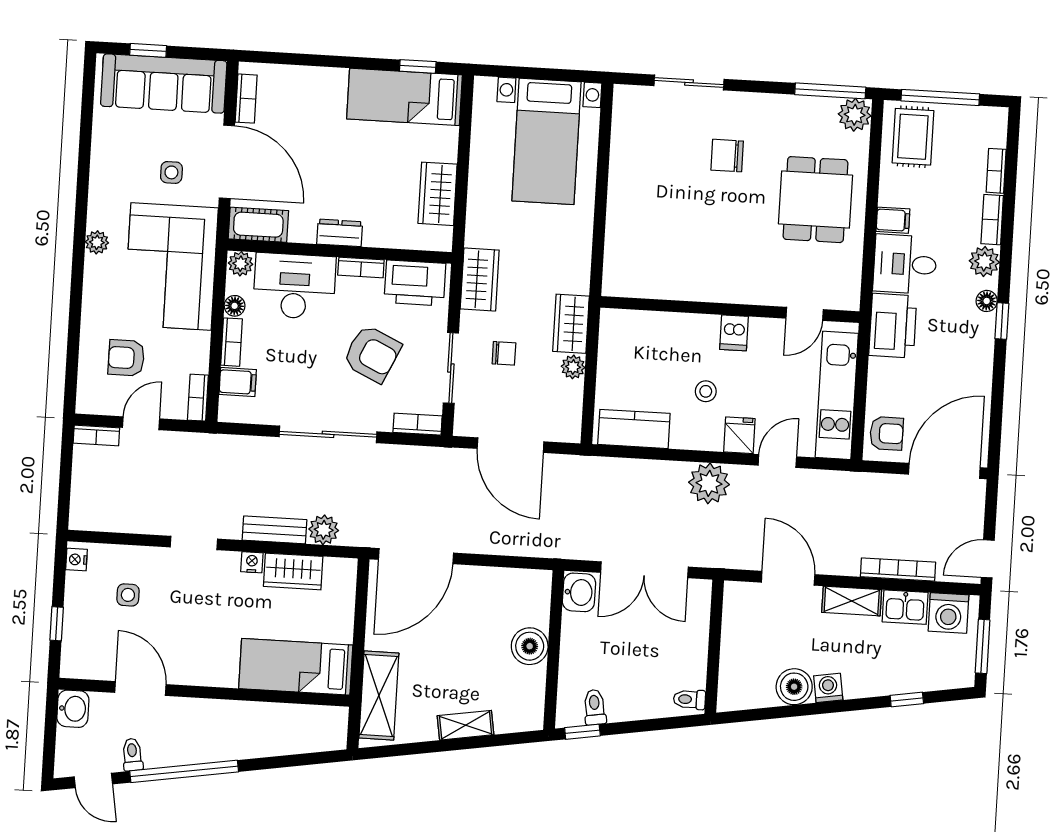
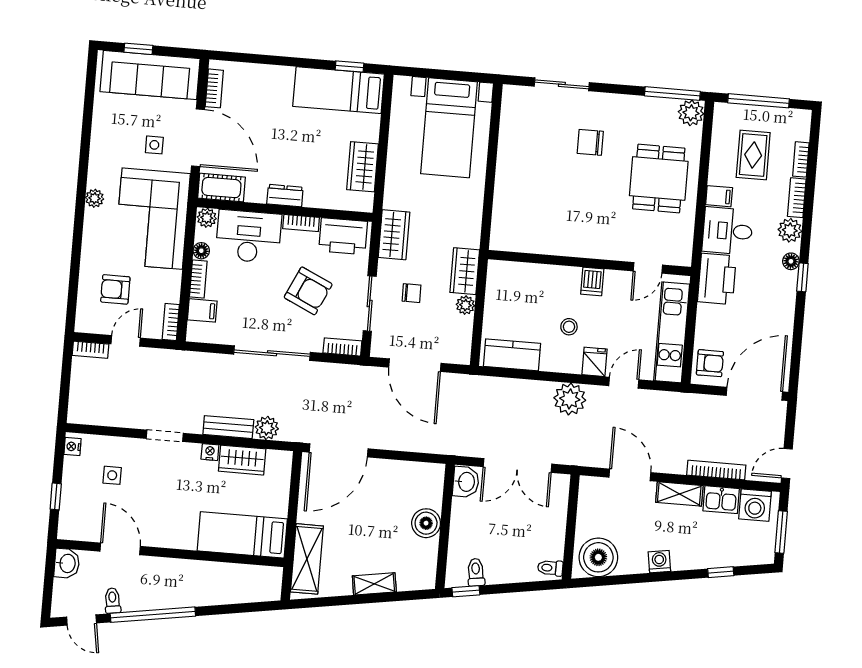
rug: (913, 137) -> (753, 155), moved
boiler: (794, 687) -> (598, 557), moved, width x1.37, depth x1.37

